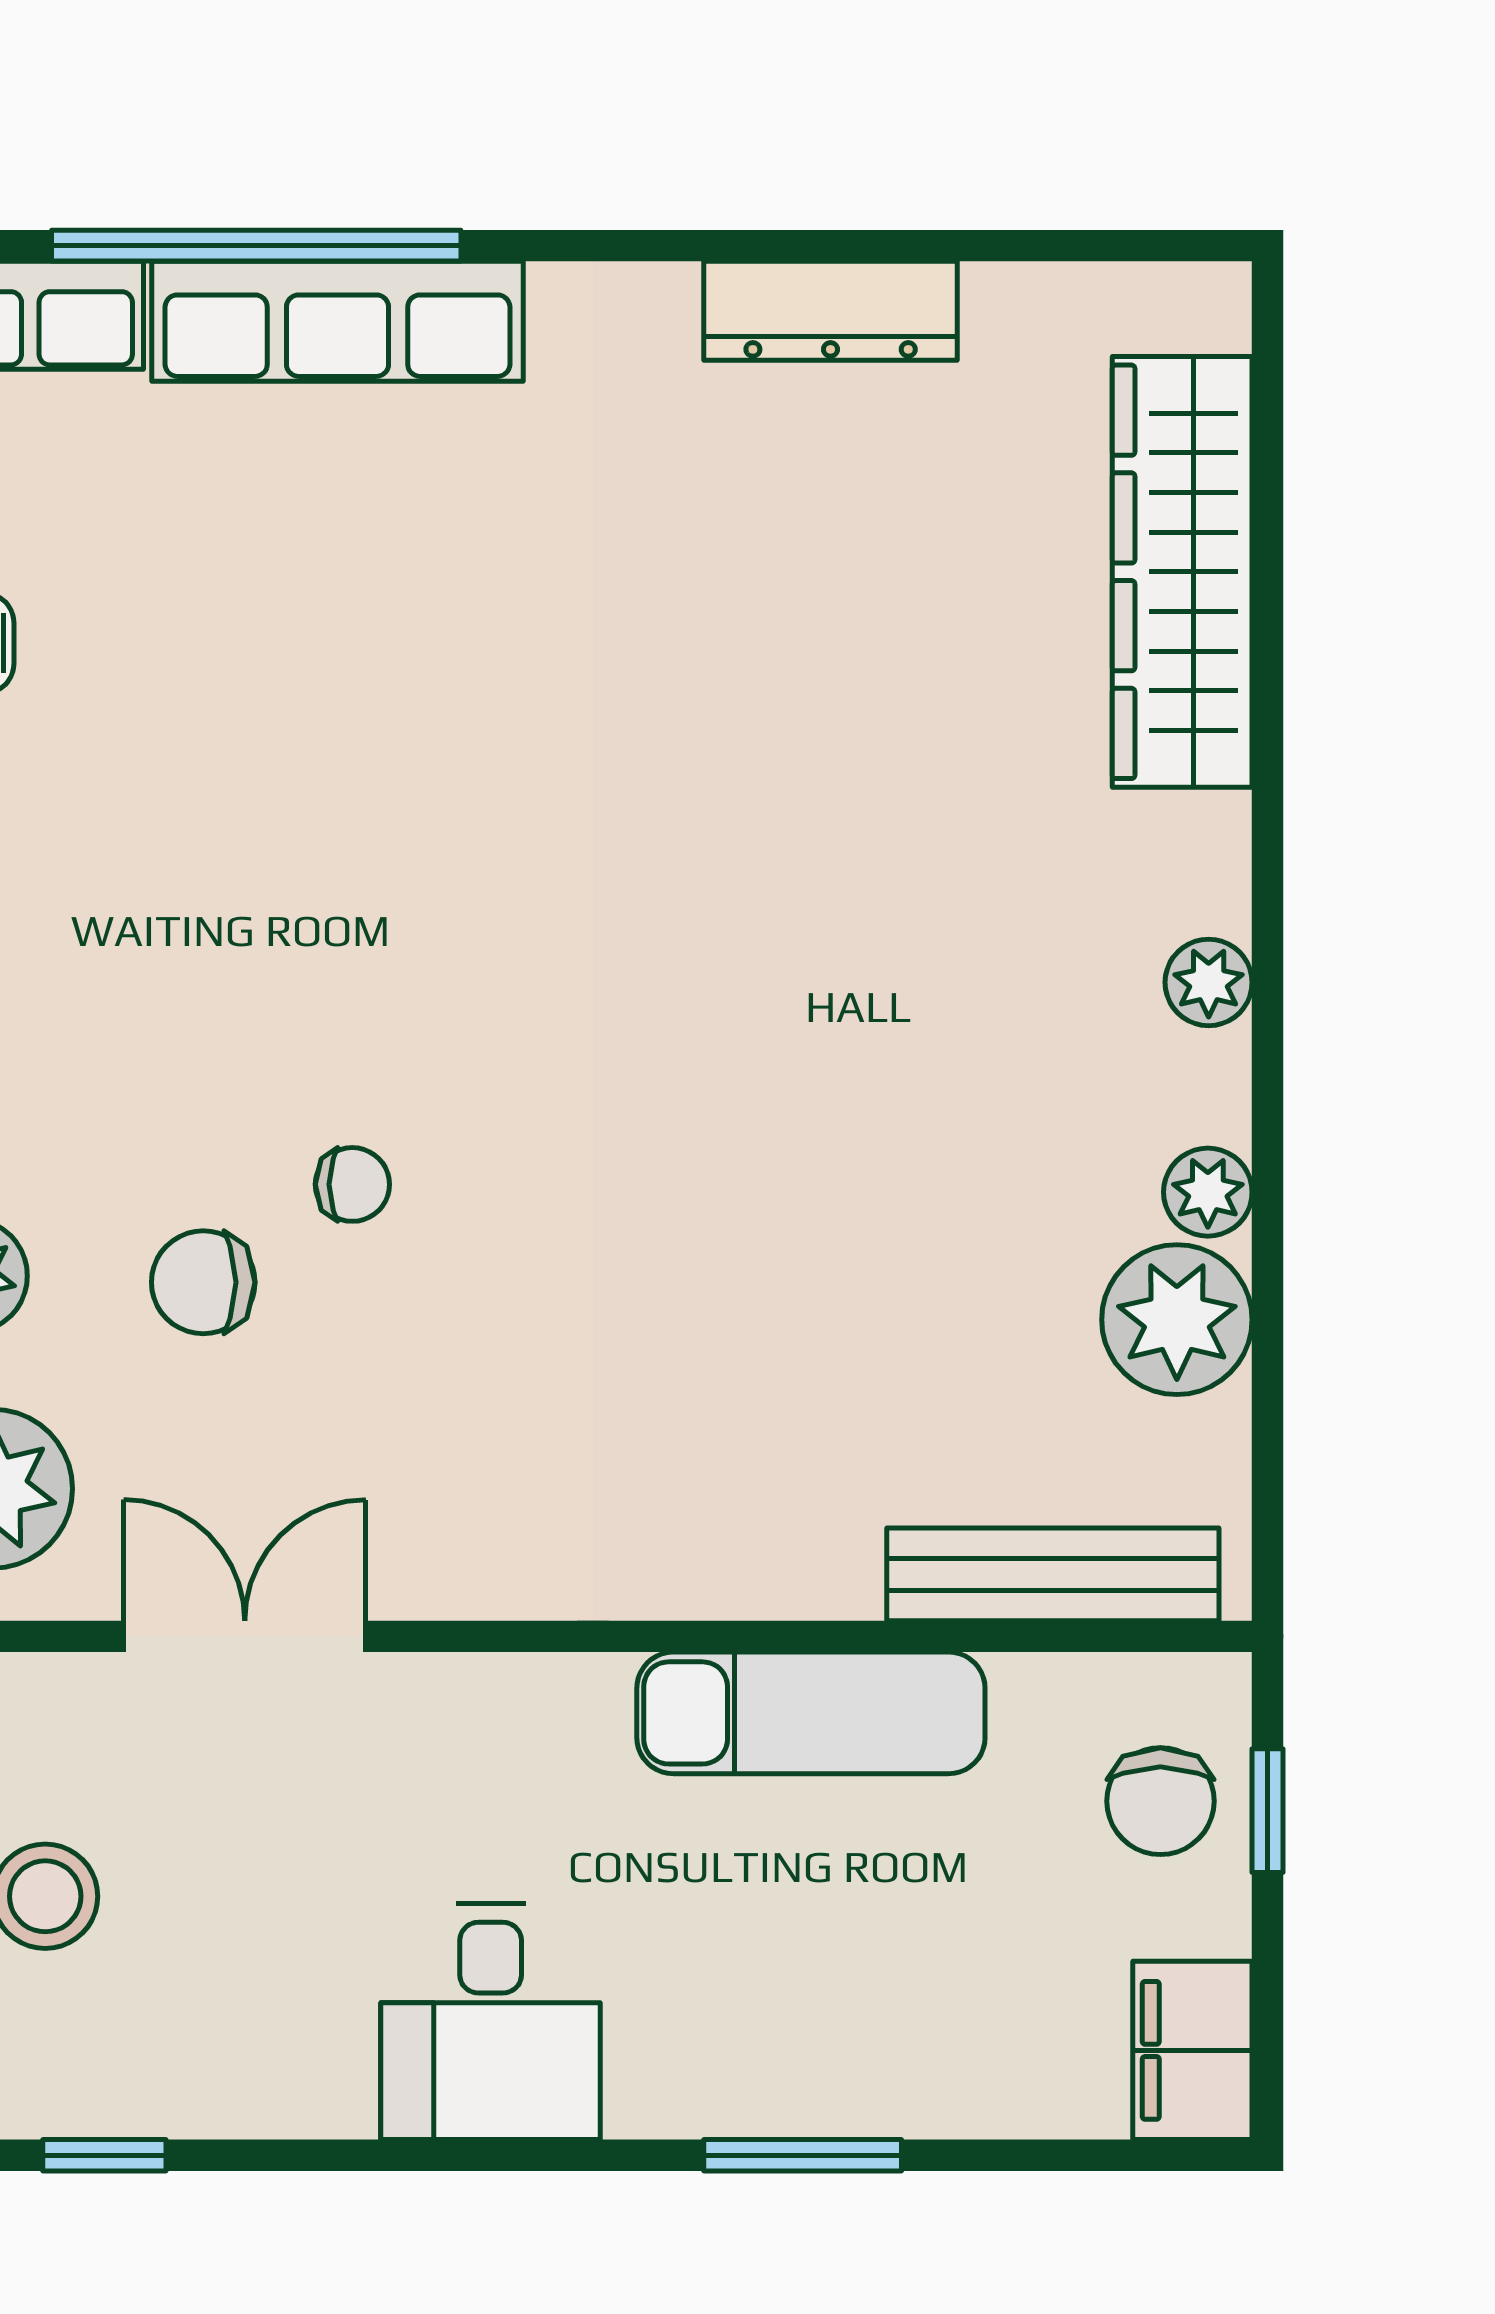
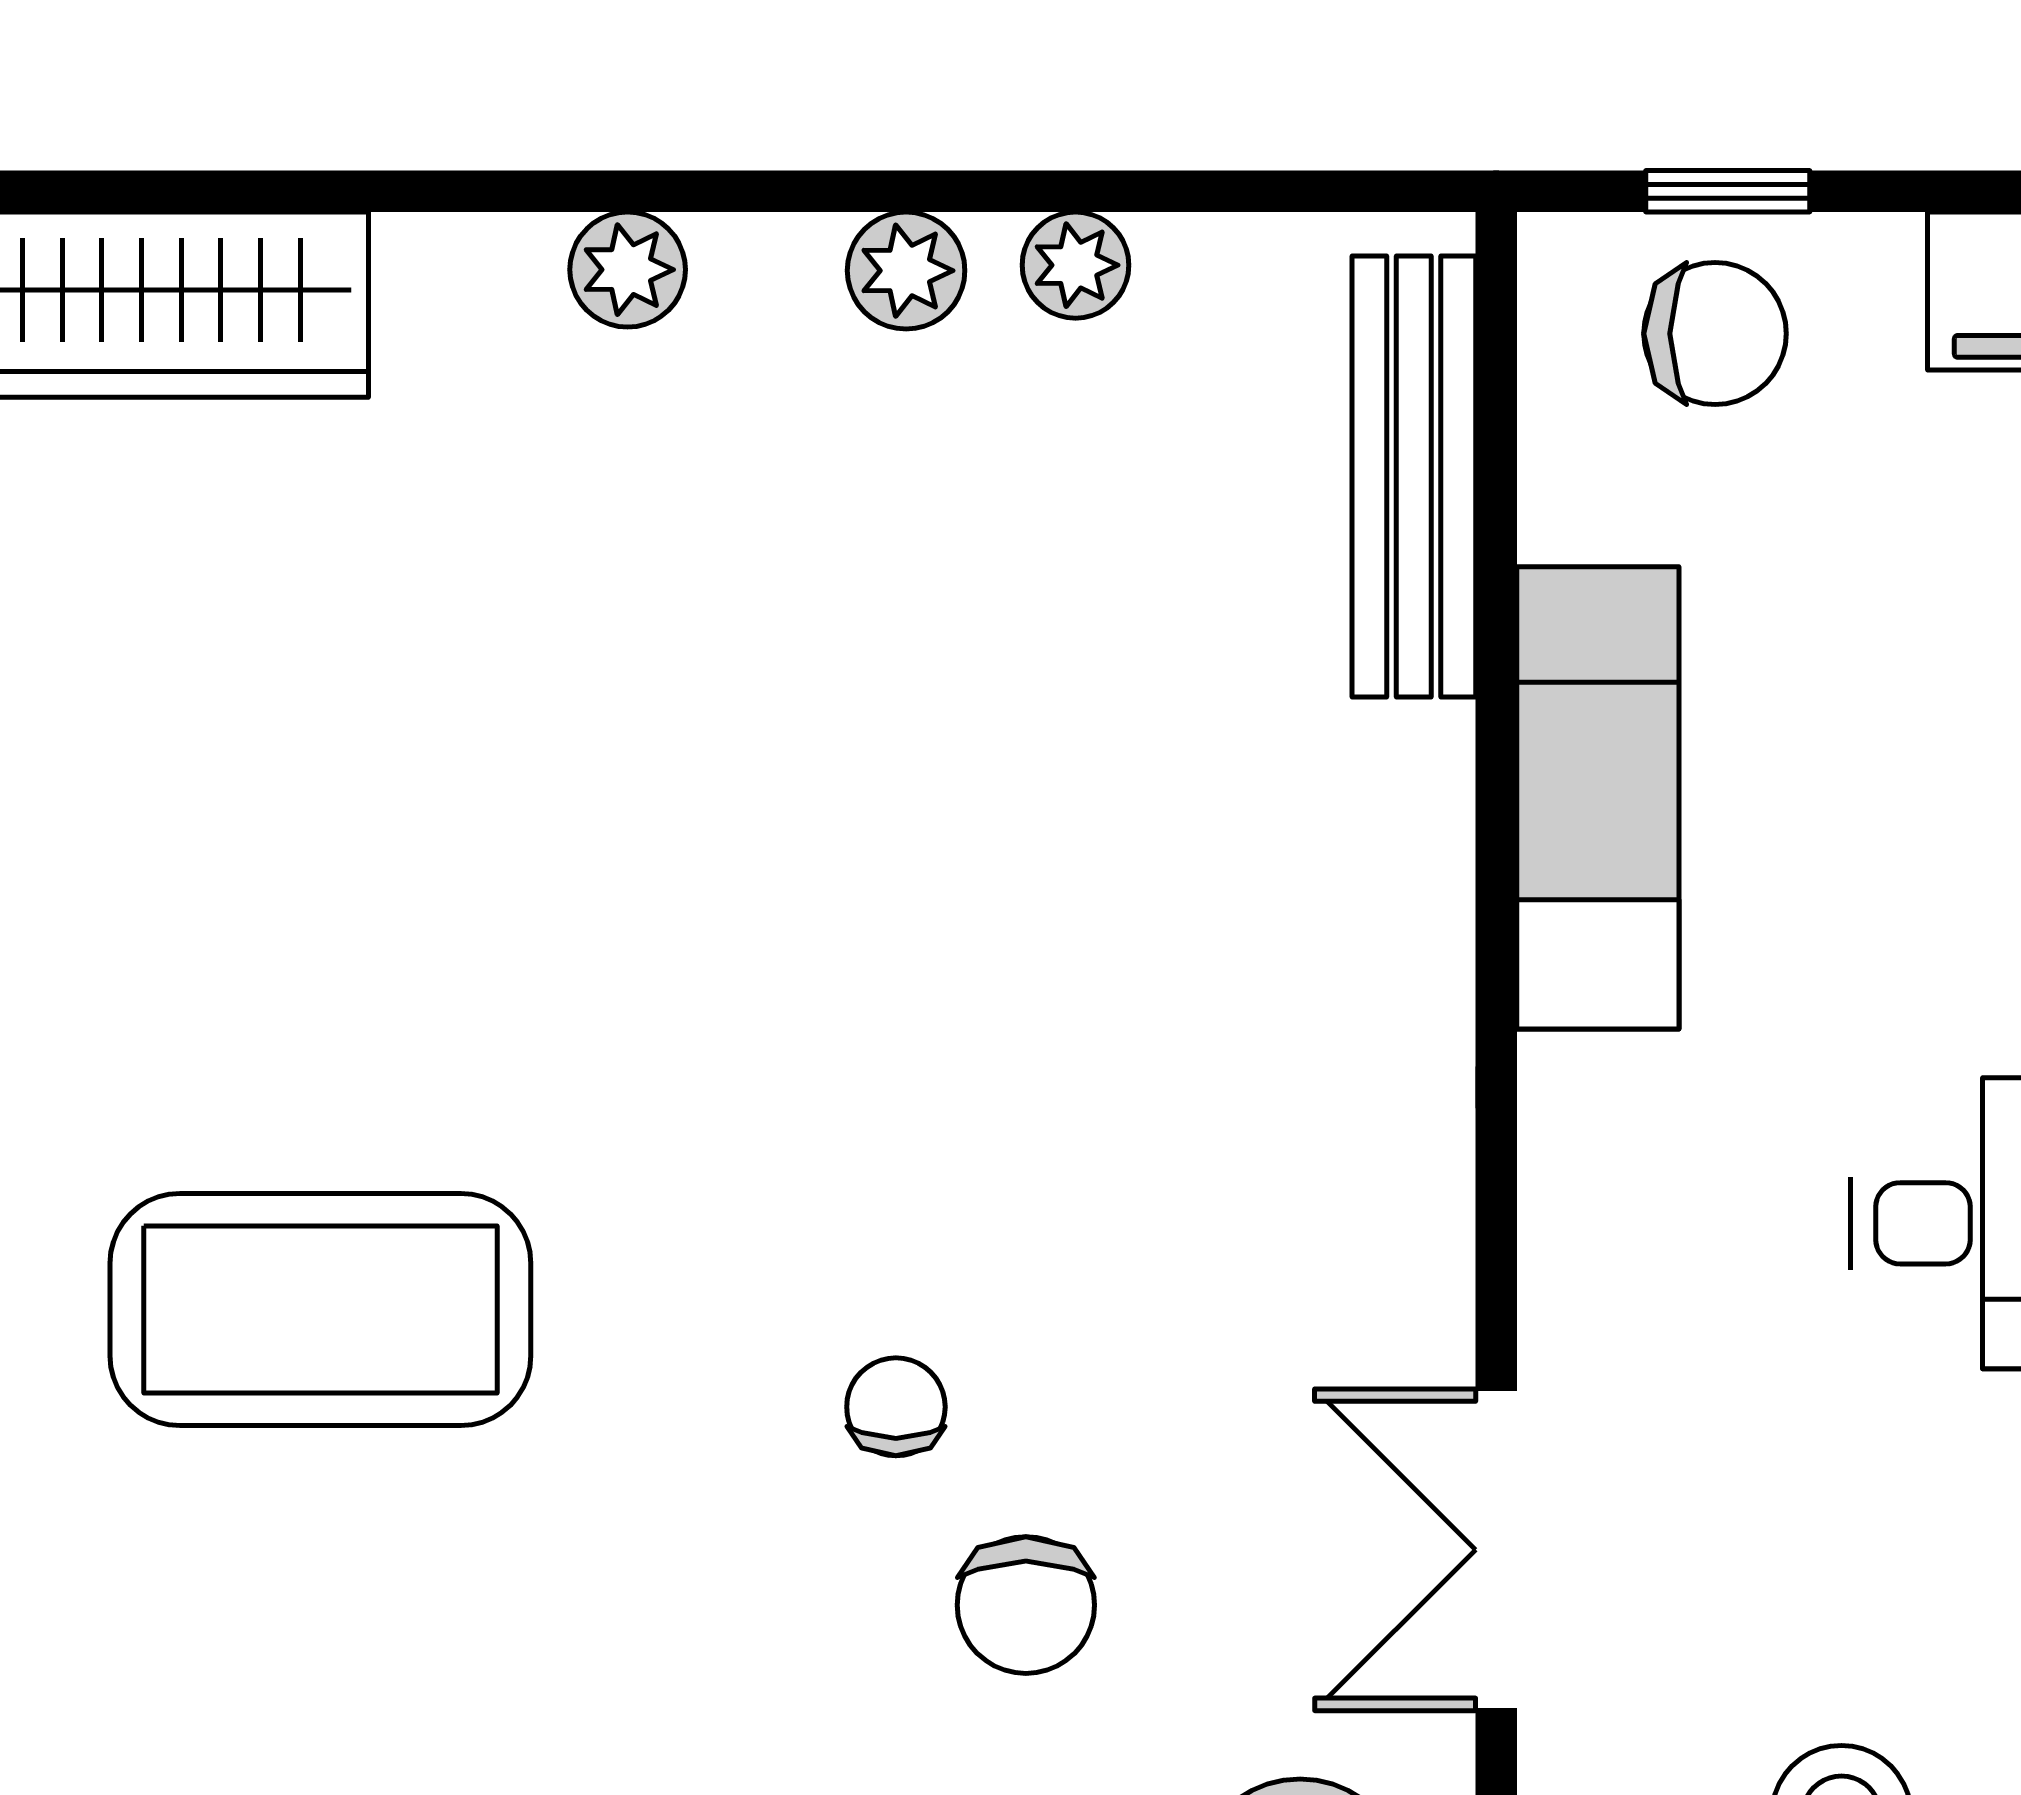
coffee table: (426, 751) -> (320, 1310), added
plant: (1177, 1320) -> (1076, 265), width x0.53, depth x0.53

